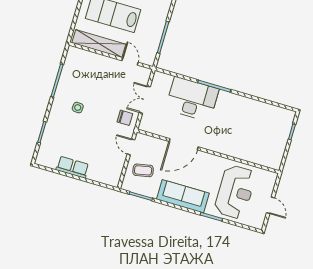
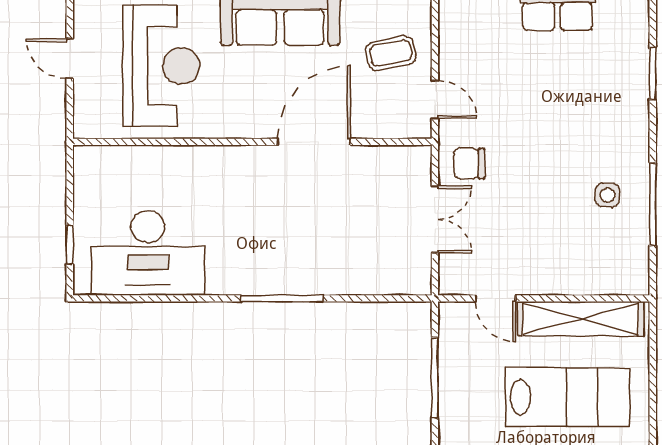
desk: (192, 99) -> (148, 253), moved
side table: (78, 108) -> (607, 195), moved
reception desk: (235, 192) -> (161, 66), turned 180

